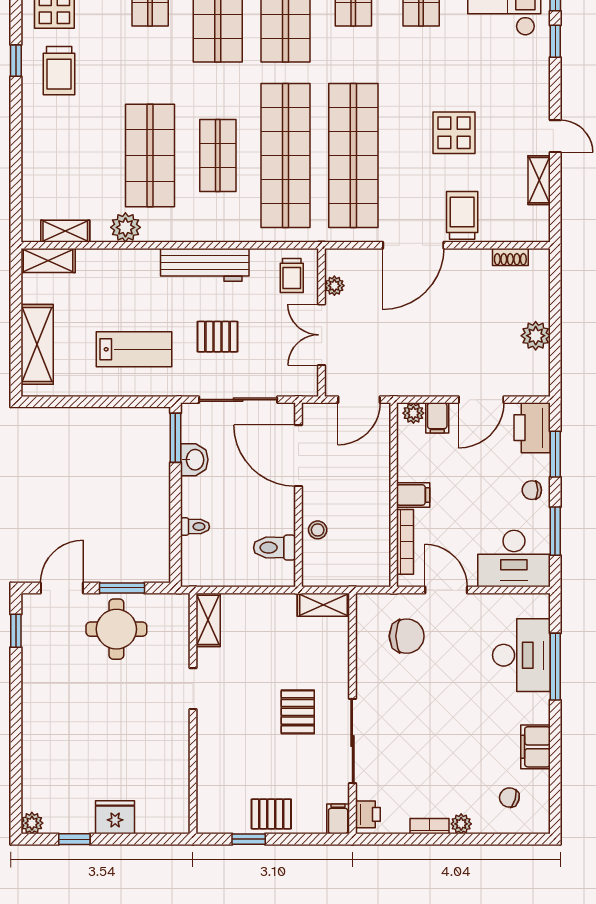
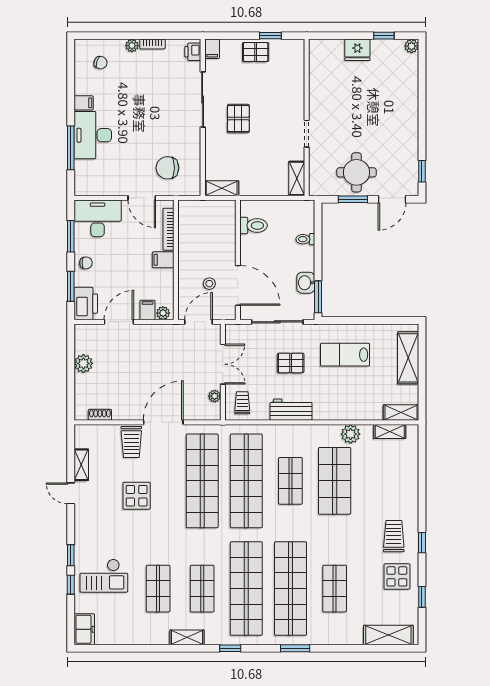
workbench: (205, 265) -> (291, 410), width x0.73
stool: (318, 530) -> (209, 284), moved
desk: (521, 655) -> (93, 135), moved
filing cabinet: (535, 747) -> (84, 103), width x0.50

